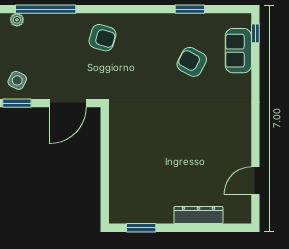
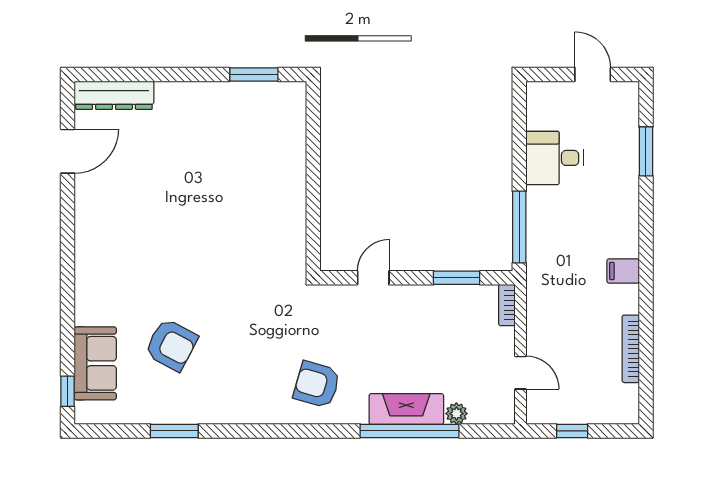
fireplace: (48, 23) -> (406, 409), added
side table: (17, 80) -> (456, 315), removed
door: (68, 103) -> (373, 278), width x0.53
dresser: (198, 215) -> (114, 95), moved

